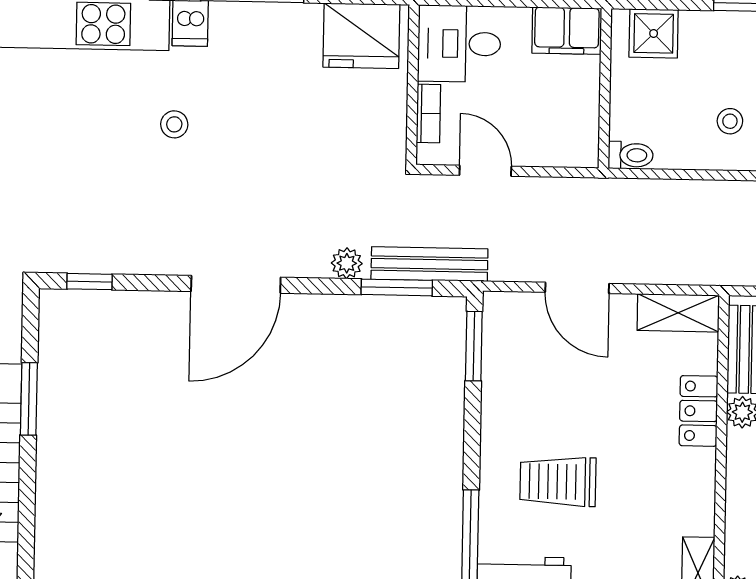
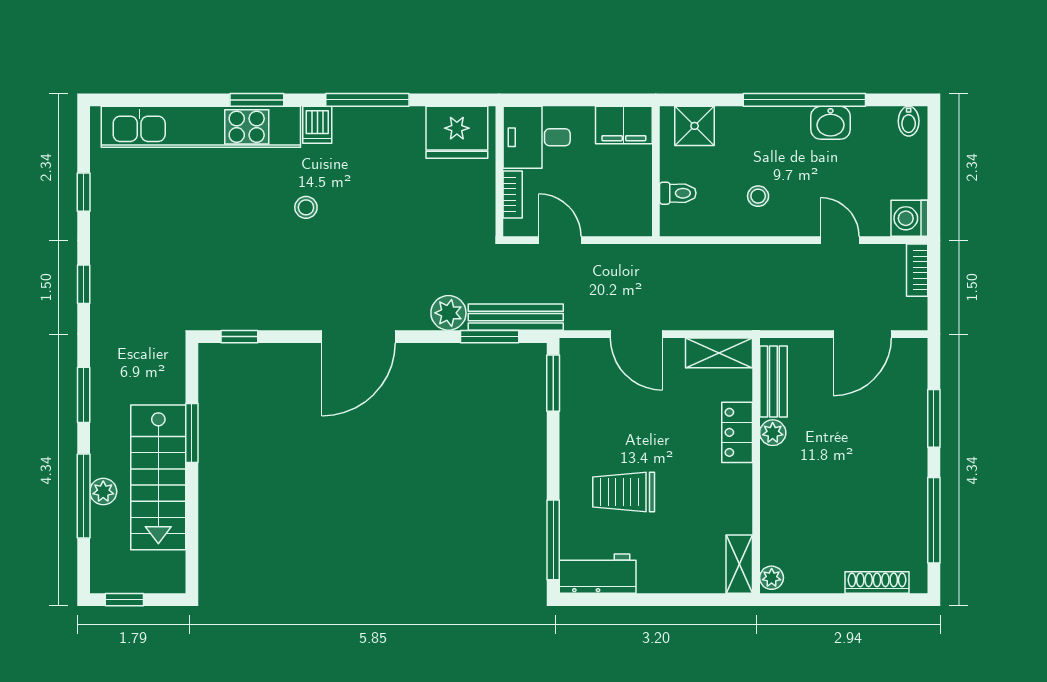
toilet: (631, 155) -> (678, 193), moved
plant: (347, 263) -> (448, 313), width x1.38, depth x1.38

